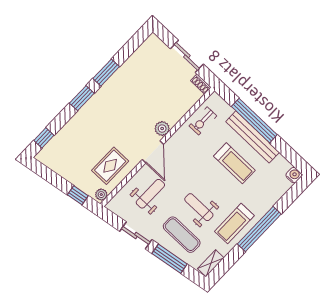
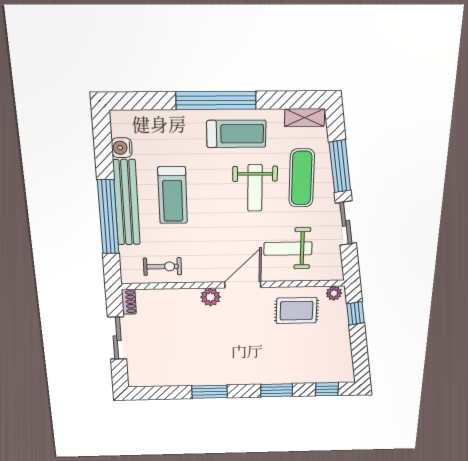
window: (82, 98) -> (277, 390), moved
treadmill: (234, 163) -> (173, 195), turned 180
water cooler: (294, 175) -> (122, 148), moved

